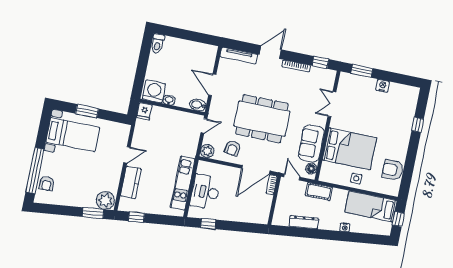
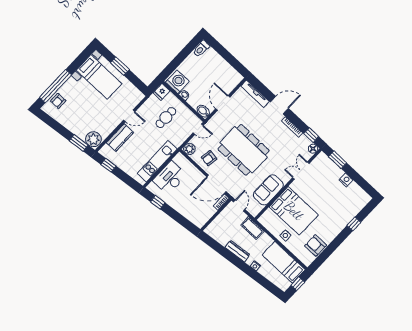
cafe table: (164, 134) -> (166, 117), added
floor lamp: (311, 169) -> (313, 149), moved
dresser: (304, 222) -> (238, 251), moved

